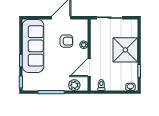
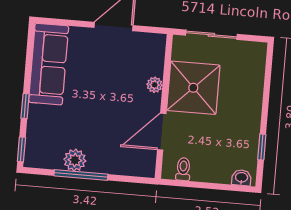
armchair: (66, 41) -> (120, 75), removed
sofa: (33, 46) -> (49, 64), width x0.74, depth x0.79
shower: (125, 50) -> (193, 88), moved
plant: (74, 85) -> (75, 160), moved

